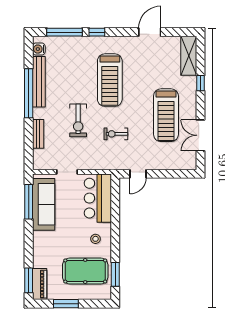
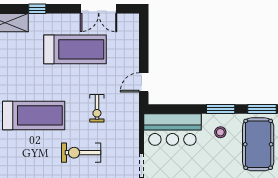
exercise bike: (78, 120) -> (81, 153), turned 180
door: (138, 174) -> (144, 82), swing flipped
window: (115, 239) -> (221, 109), added

